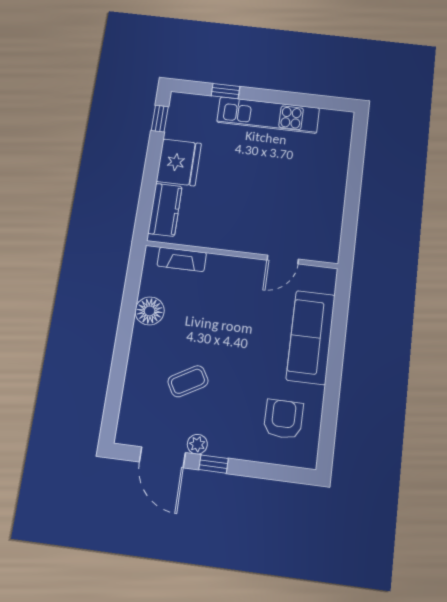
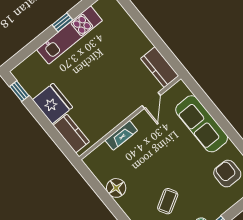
window: (225, 91) -> (62, 22), moved
kitchen counter: (327, 235) -> (160, 67), added
fireplace: (182, 259) -> (121, 135), moved

